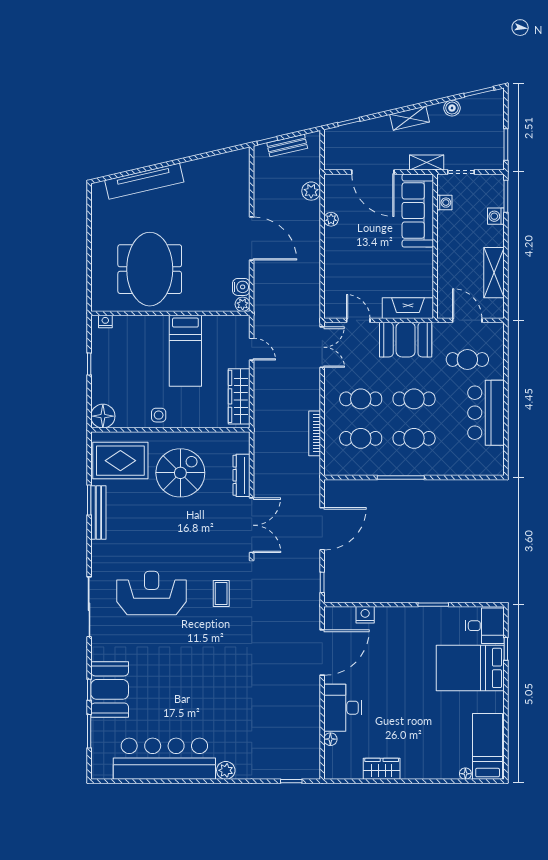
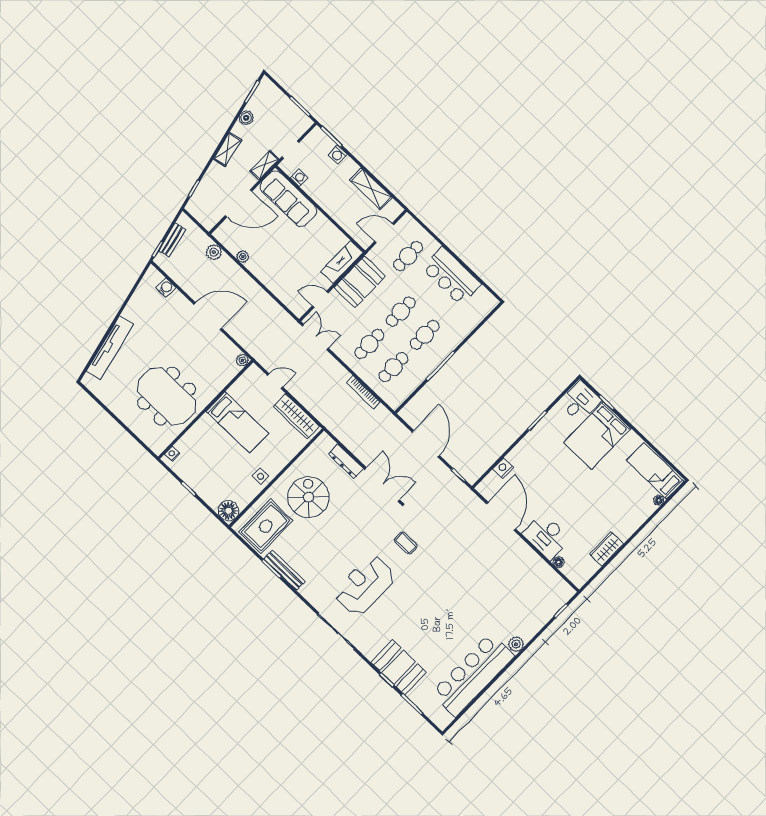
water cooler: (241, 287) -> (166, 288), moved

